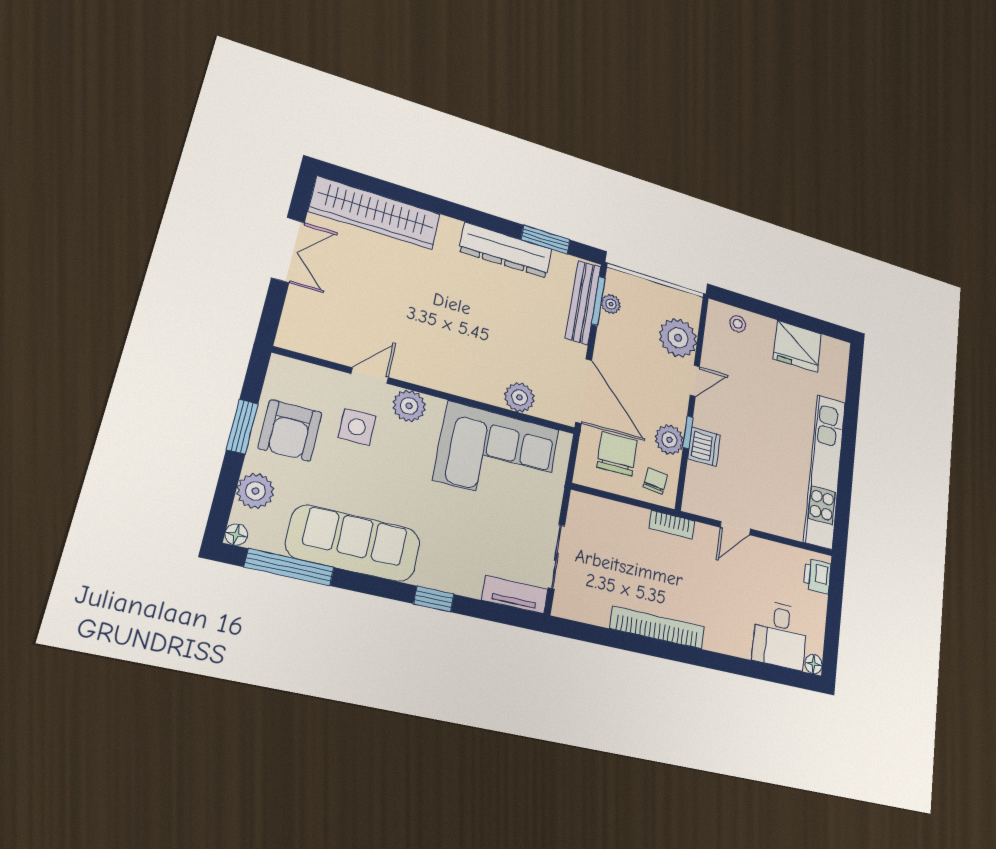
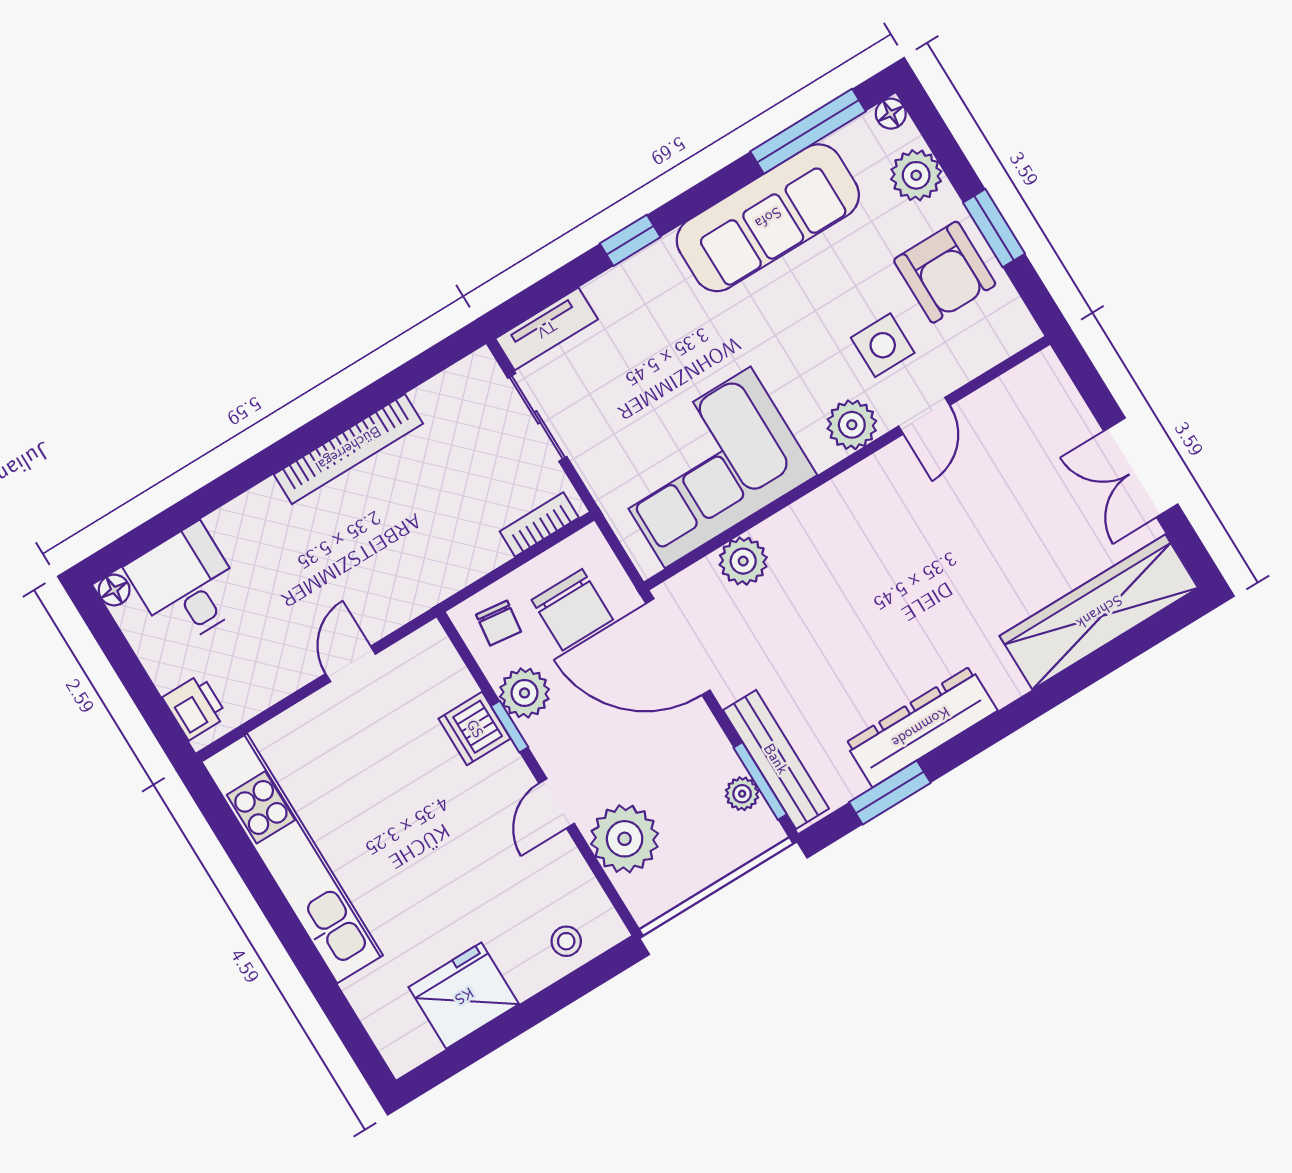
armchair: (290, 430) -> (945, 272), turned 180
bookcase: (672, 525) -> (539, 525), moved

